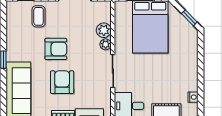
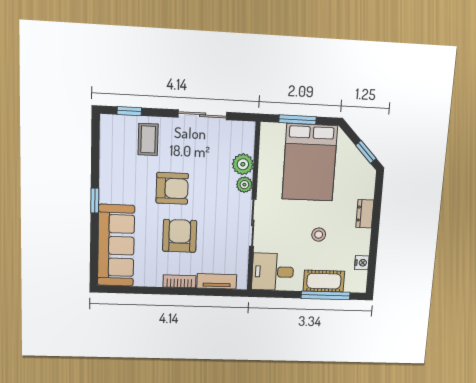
dresser: (192, 61) -> (365, 214), added
stool: (160, 78) -> (319, 235), added

